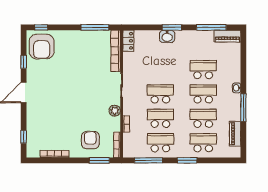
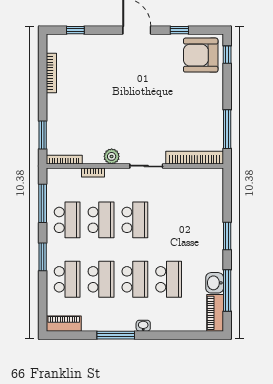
washbasin: (167, 36) -> (215, 283), moved
locker: (128, 41) -> (209, 175), removed
piano: (235, 134) -> (64, 324), moved
armchair: (90, 140) -> (71, 123), removed

